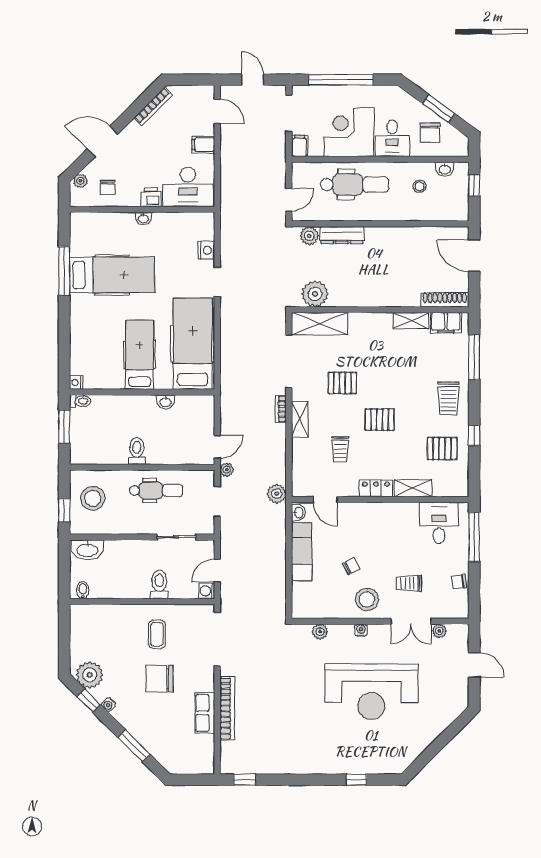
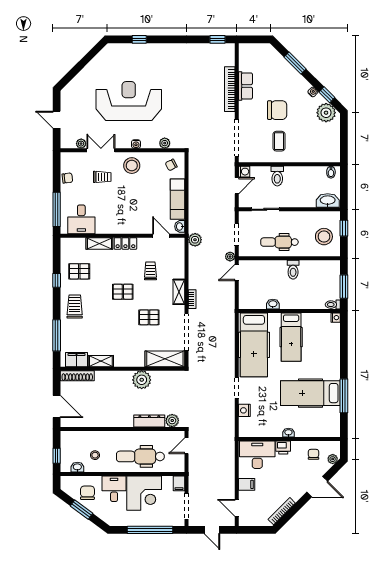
plant: (315, 294) -> (142, 380), moved
chair: (351, 566) -> (171, 165), moved

